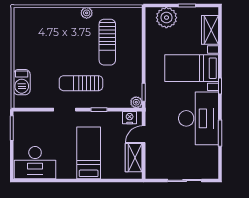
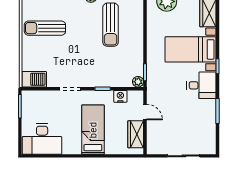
barbecue: (22, 82) -> (34, 79), moved, turned -90
sun lounger: (81, 83) -> (45, 28), moved
nightstand: (130, 118) -> (120, 96), moved
desk: (199, 118) -> (201, 85), width x0.53, depth x0.77
door: (144, 134) -> (145, 112), swing flipped

